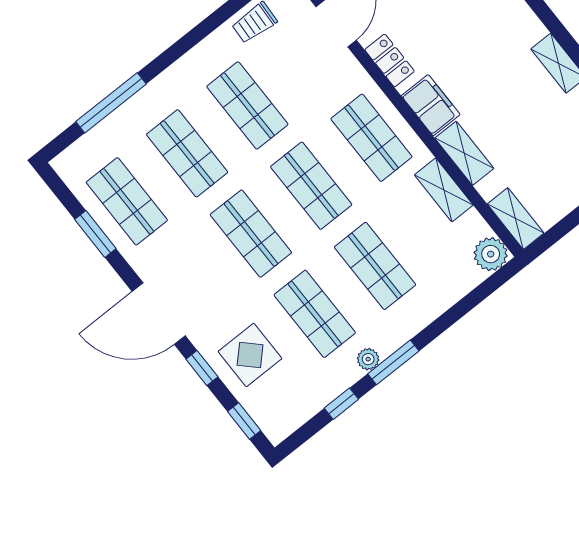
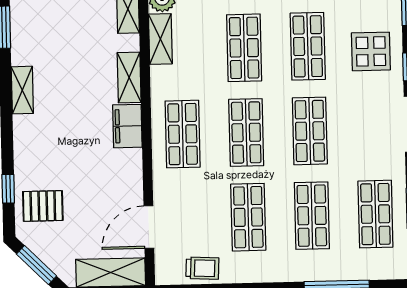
locker: (390, 60) -> (132, 176), removed
shelving: (444, 190) -> (160, 39), moved

